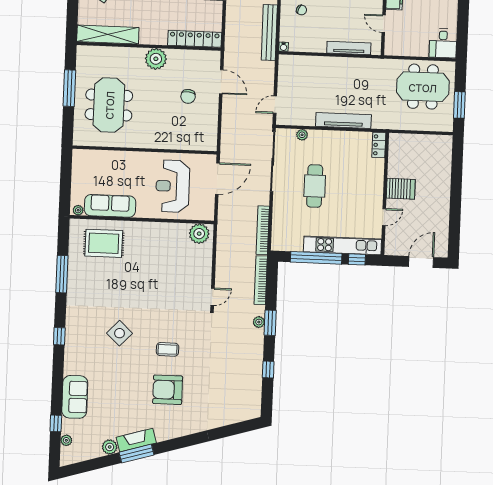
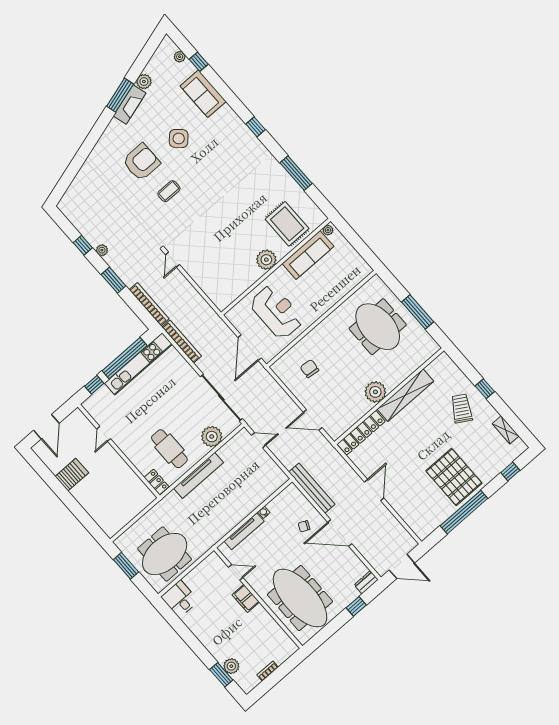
shelving: (108, 34) -> (405, 395), moved
water cooler: (284, 47) -> (264, 512), moved
chair: (188, 96) -> (309, 369), moved
door: (275, 105) -> (259, 440), hinge flipped
plant: (302, 135) -> (212, 437), width x1.88, depth x1.88
cafe table: (315, 186) -> (169, 449), moved
server rack: (401, 189) -> (72, 475), moved, turned 180
plant: (199, 234) -> (266, 260), moved
rug: (104, 243) -> (287, 224), turned 90
kitchen unit: (342, 245) -> (138, 364), moved
plant: (259, 322) -> (102, 250), moved
side table: (120, 333) -> (179, 138), moved

